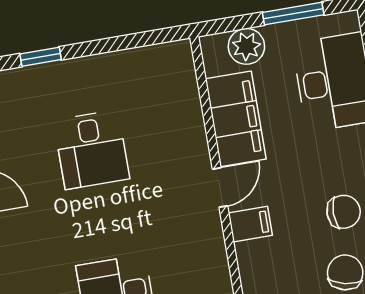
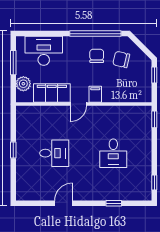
window: (41, 57) -> (13, 150), moved
door: (220, 187) -> (78, 104), swing flipped

